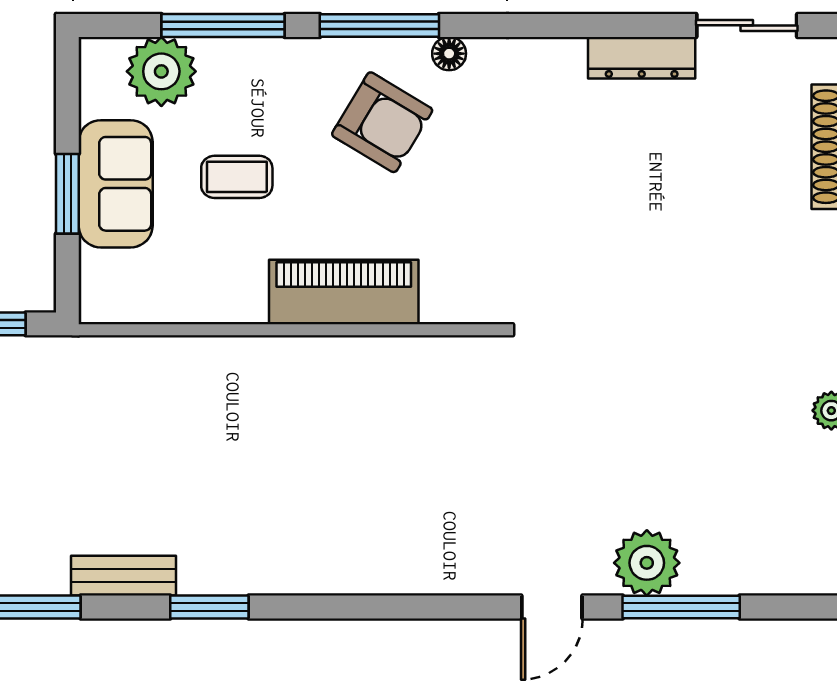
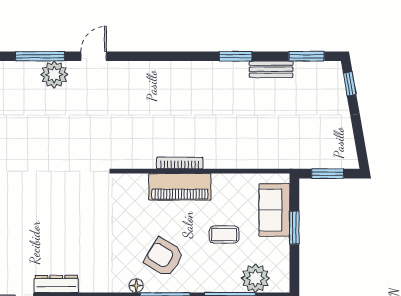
sofa: (116, 184) -> (274, 210), moved
bookcase: (344, 349) -> (180, 163), added

